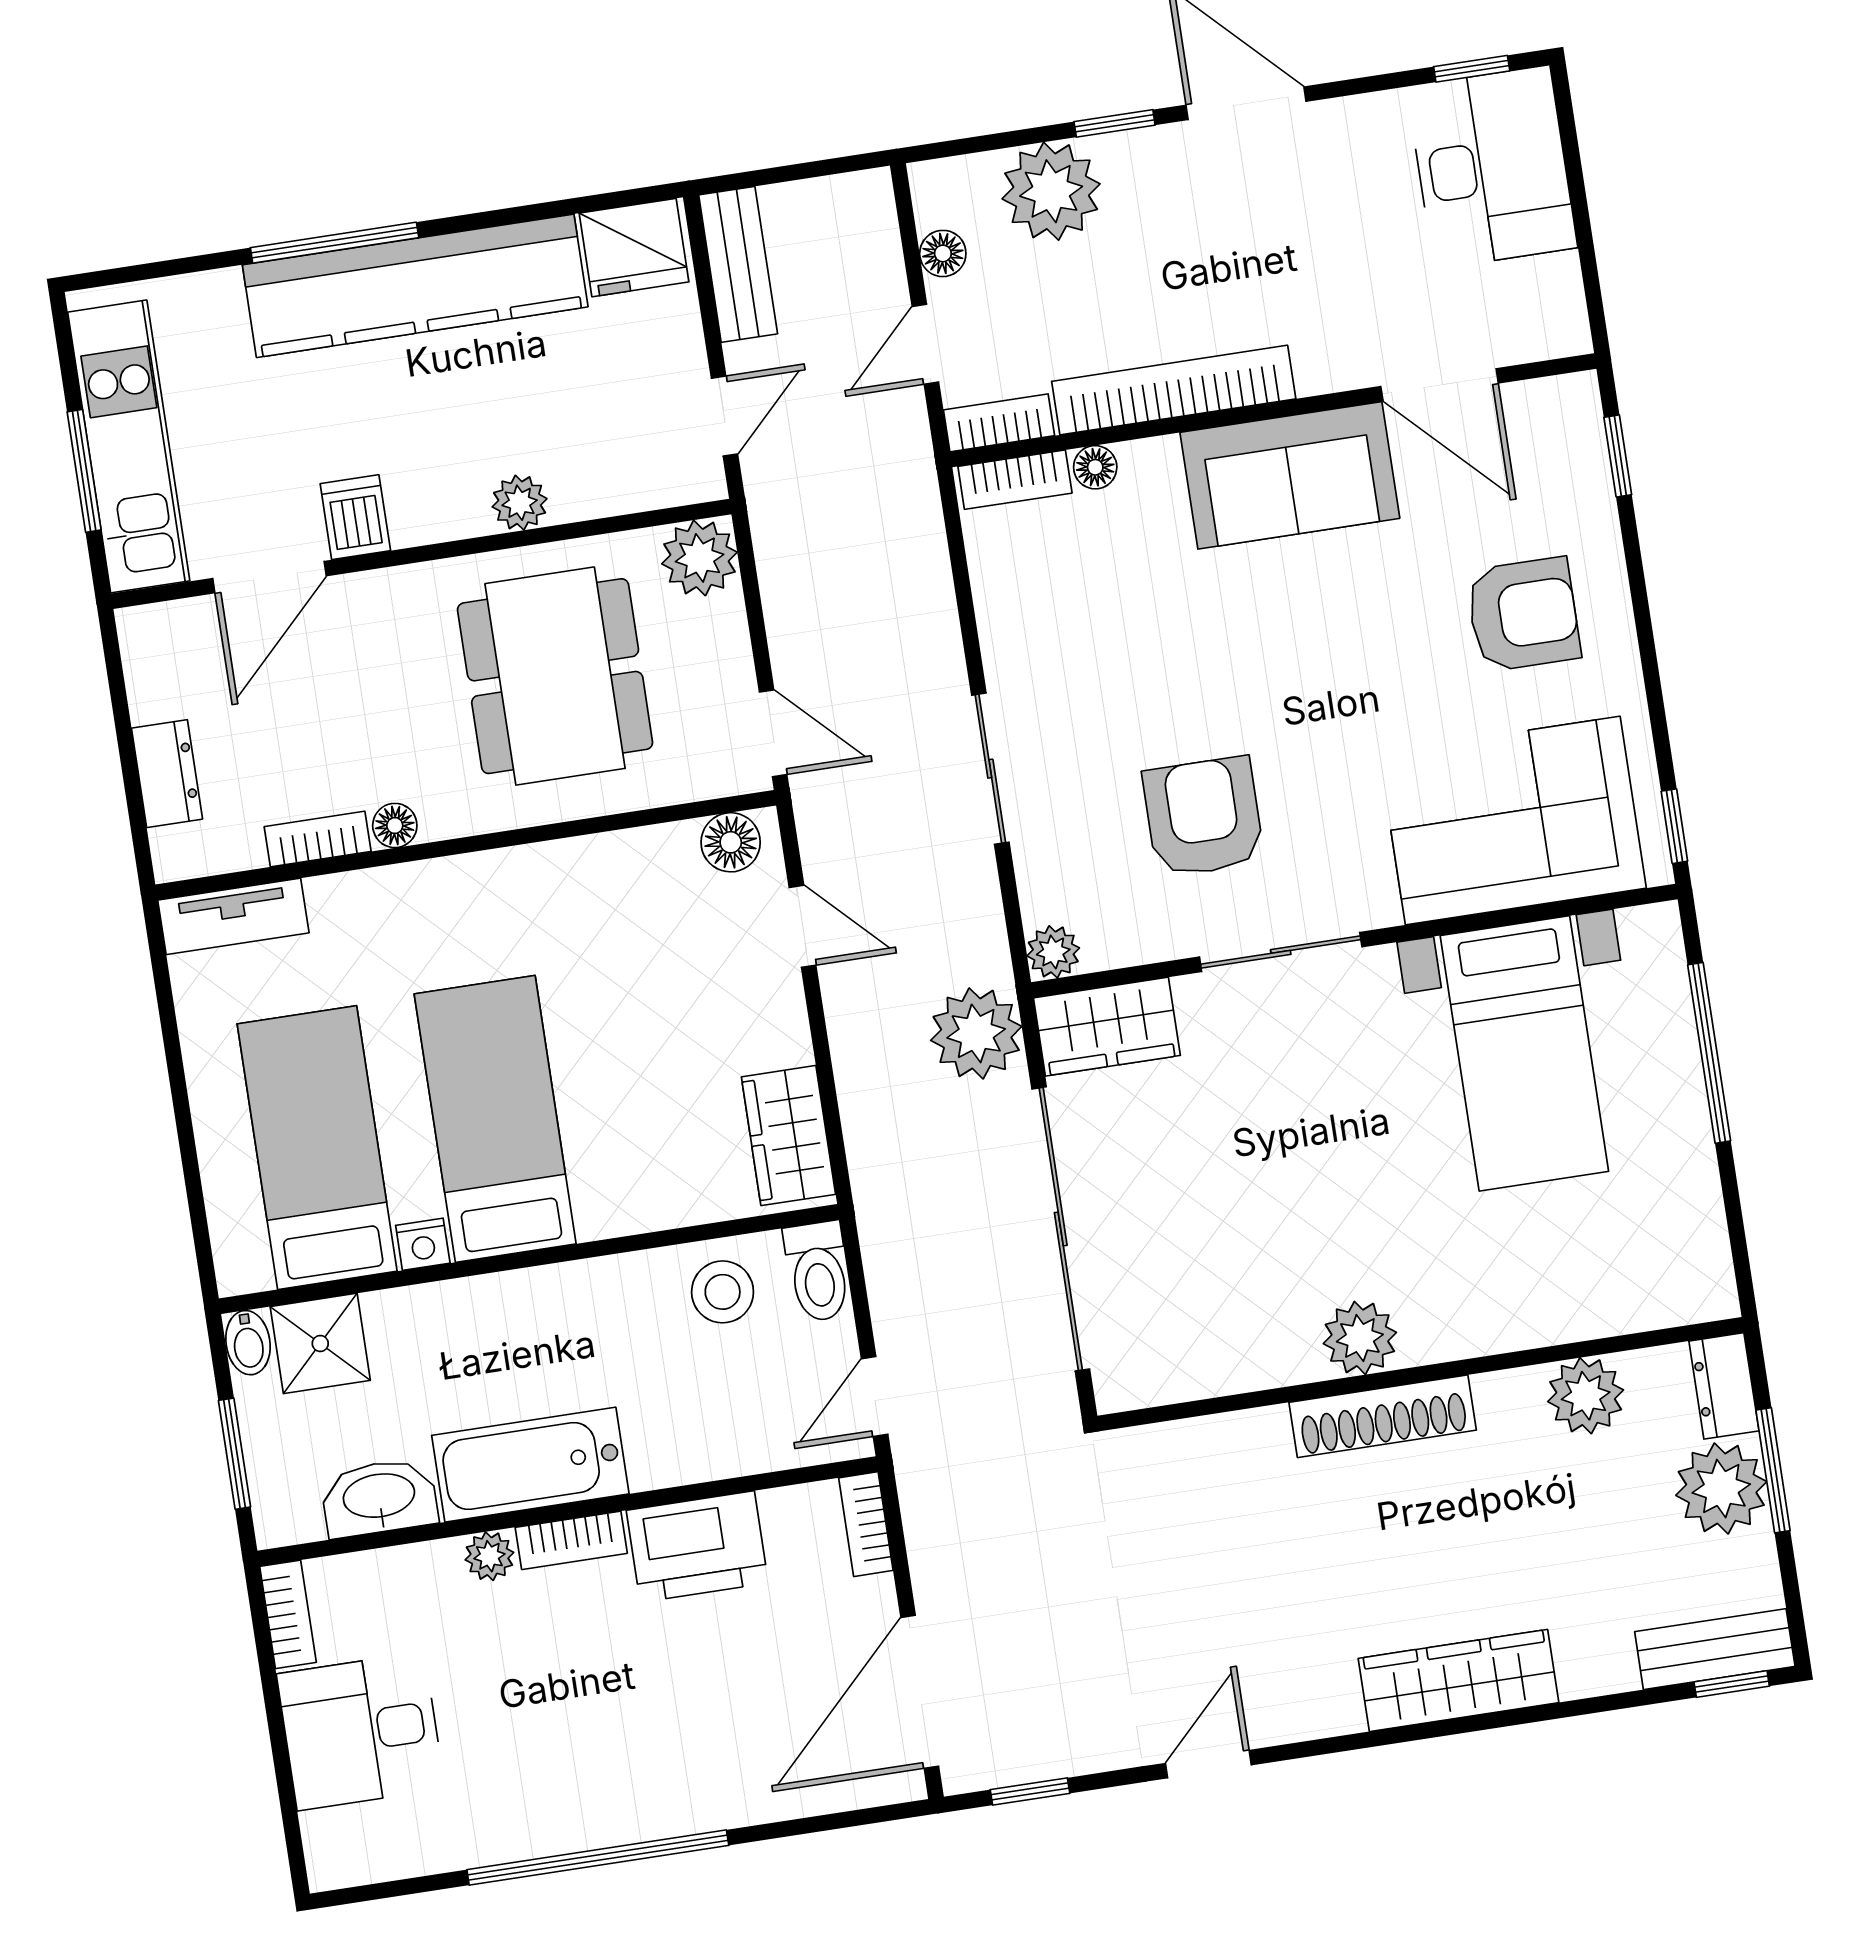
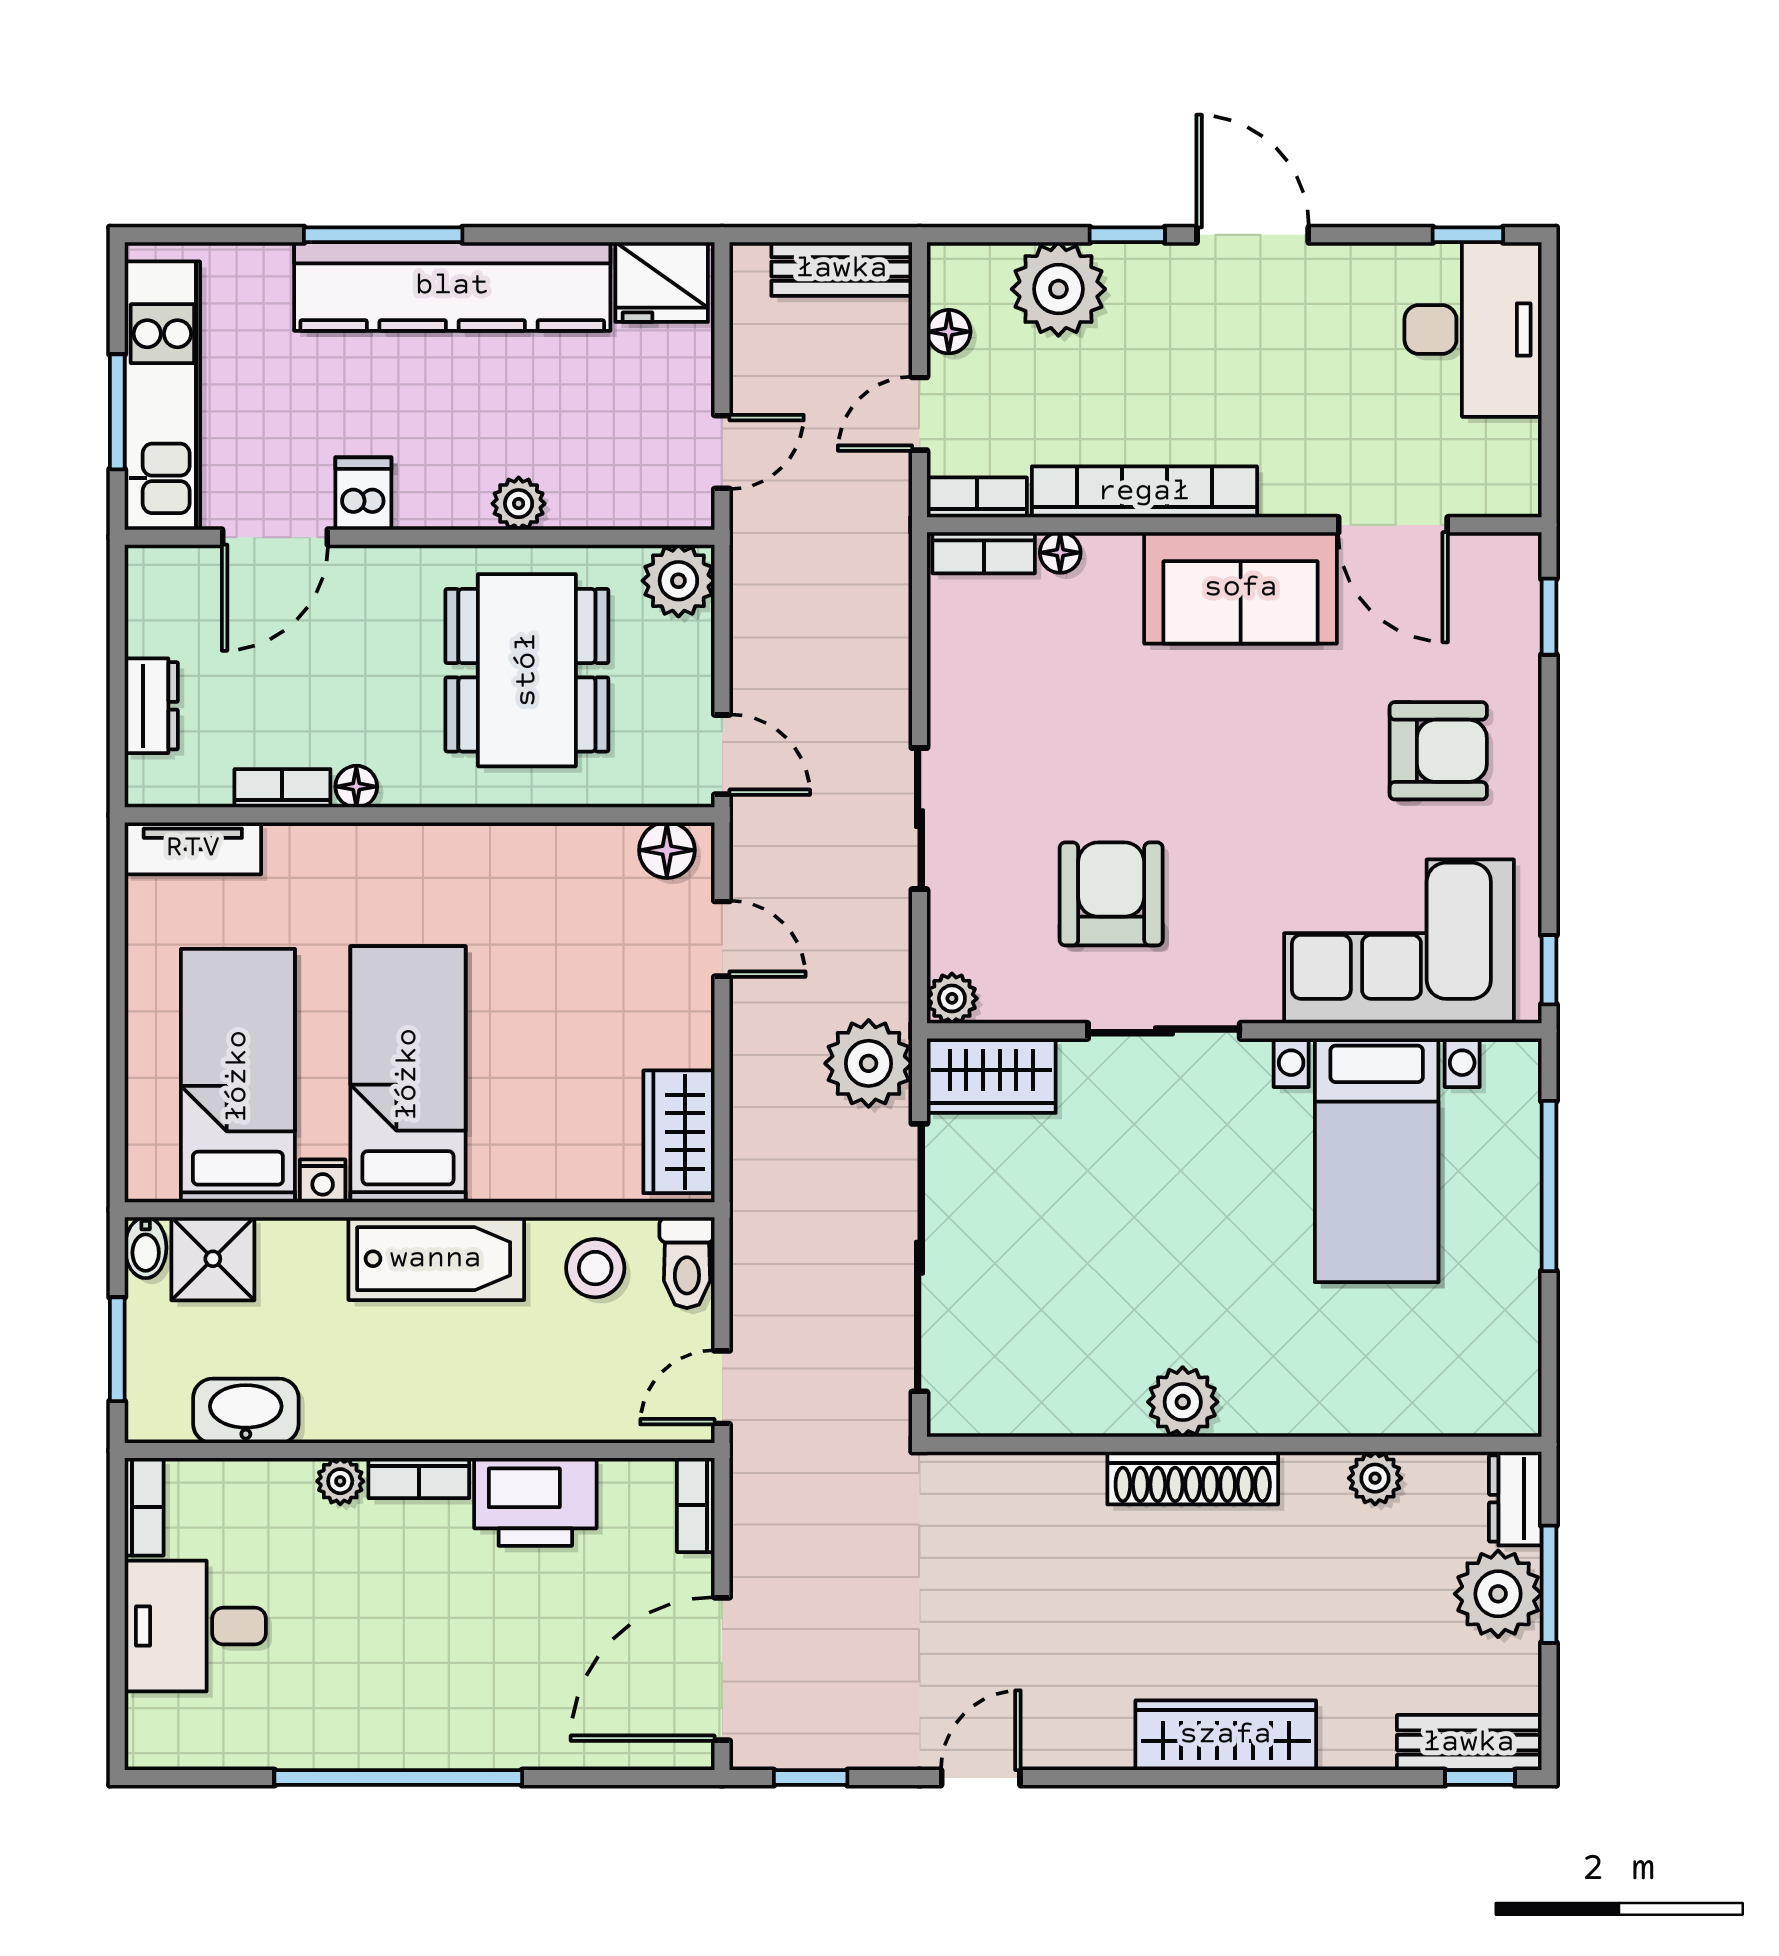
bench: (738, 264) -> (842, 269), moved, turned 90
plant: (1586, 1396) -> (1375, 1478), width x0.73, depth x0.73
bathtub: (530, 1465) -> (436, 1259), moved, turned 180

